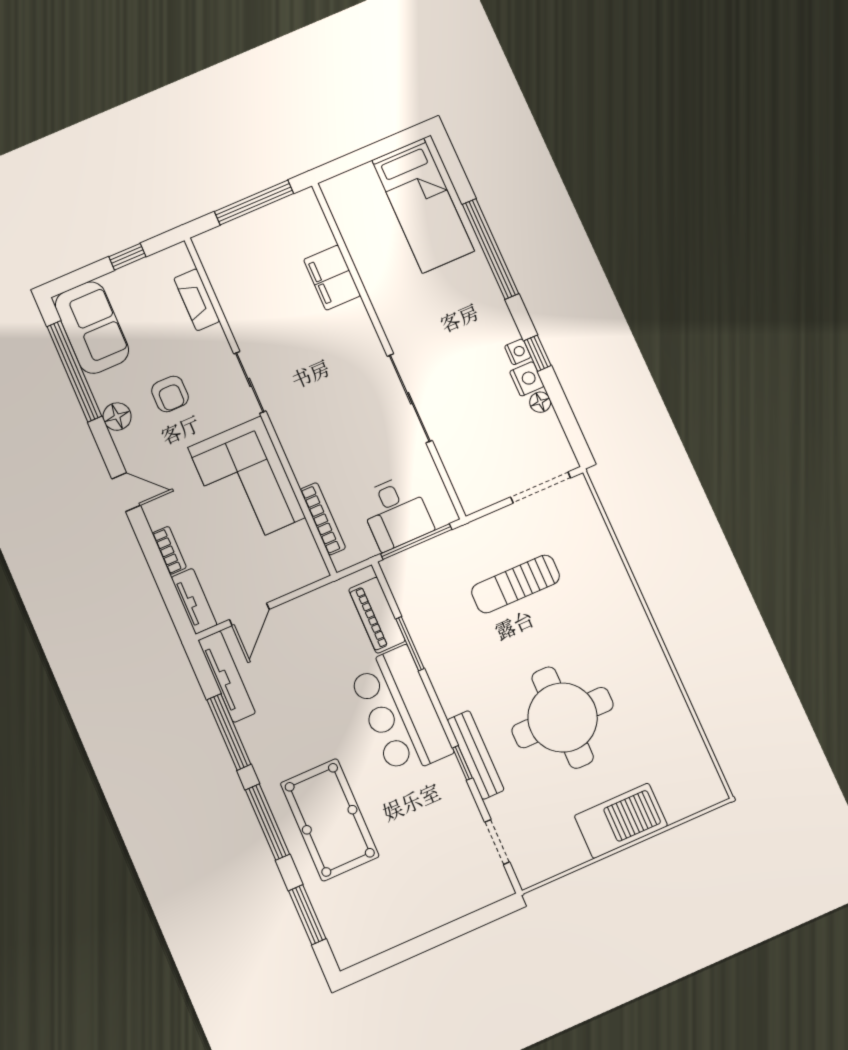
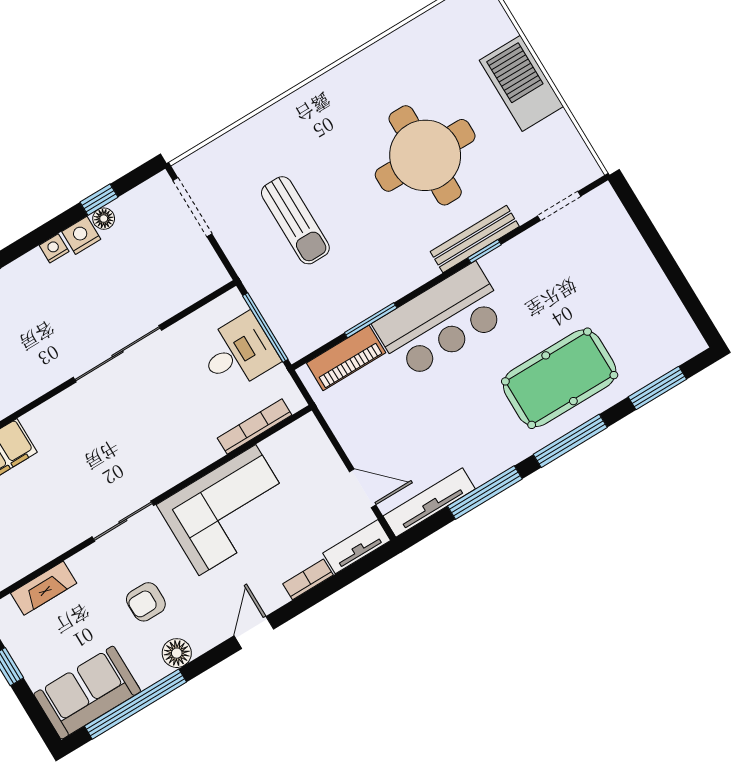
window: (537, 353) -> (99, 200), moved
armchair: (170, 394) -> (146, 602), turned 180

